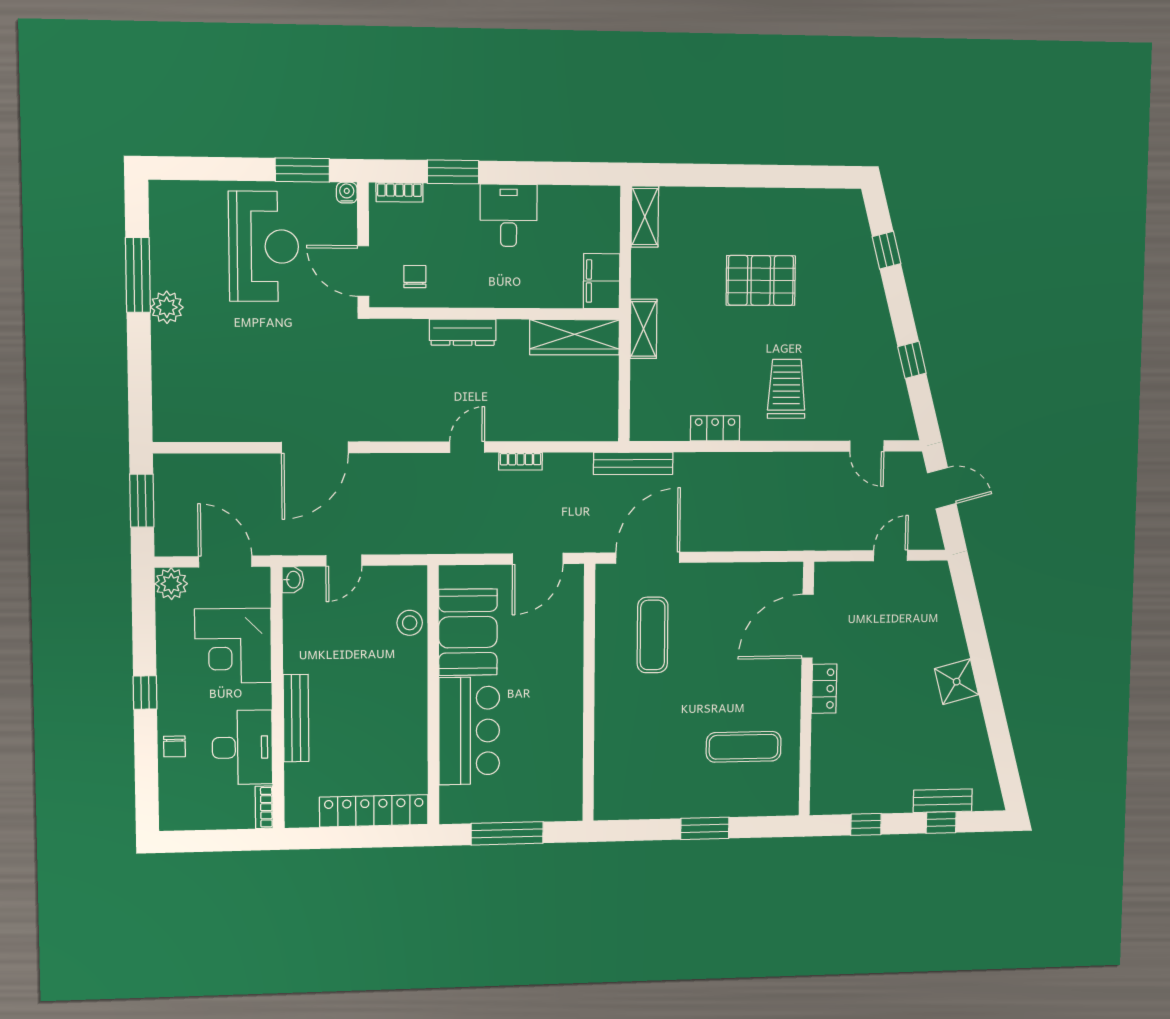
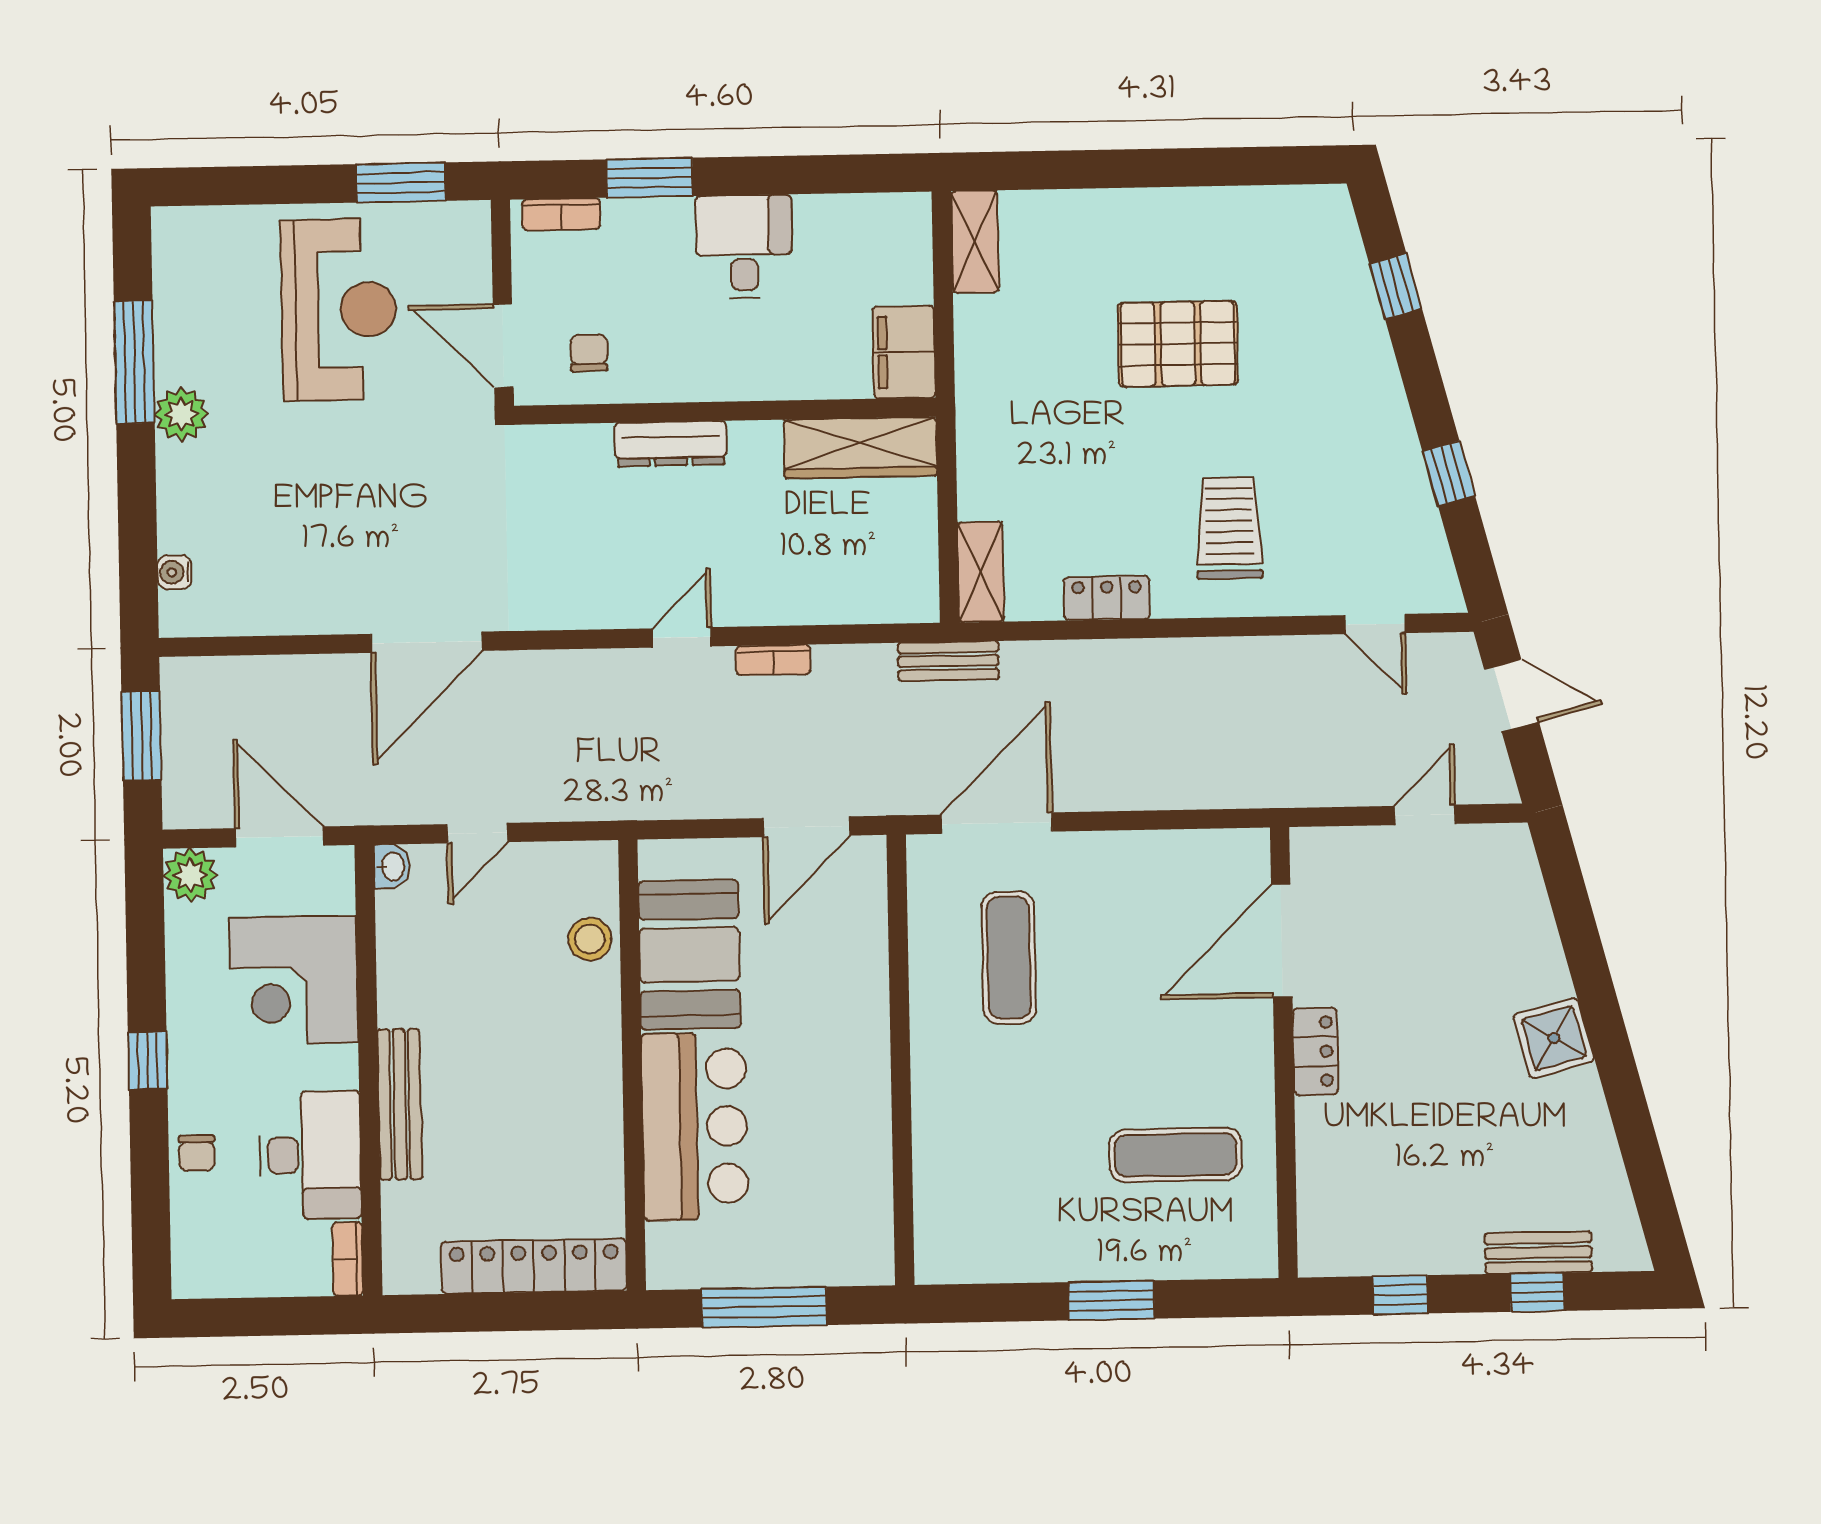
water cooler: (347, 193) -> (174, 572), moved, turned -90
shelving: (644, 329) -> (981, 572), moved
bench: (633, 463) -> (948, 661), width x0.73

